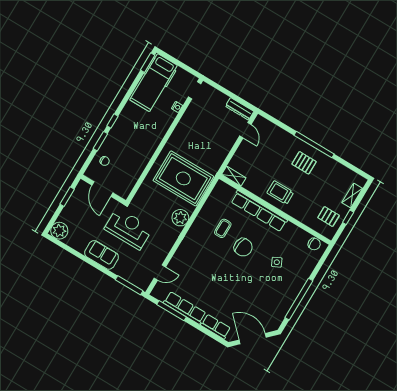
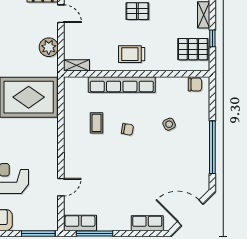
pallet: (329, 217) -> (193, 49), width x1.50, depth x1.42
plant: (180, 218) -> (49, 47), moved
chair: (243, 247) -> (127, 129), width x0.54, depth x0.54
door: (160, 272) -> (61, 187), moved
row of seats: (185, 308) -> (80, 223), moved, width x0.68

